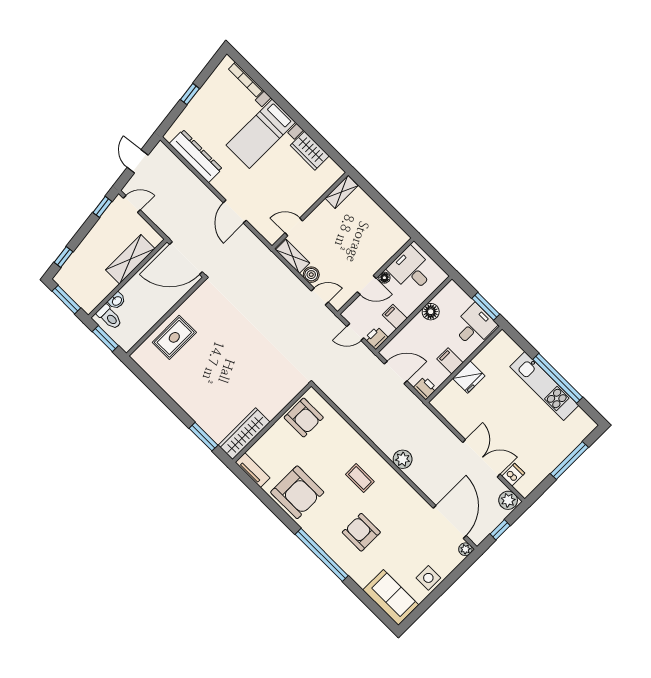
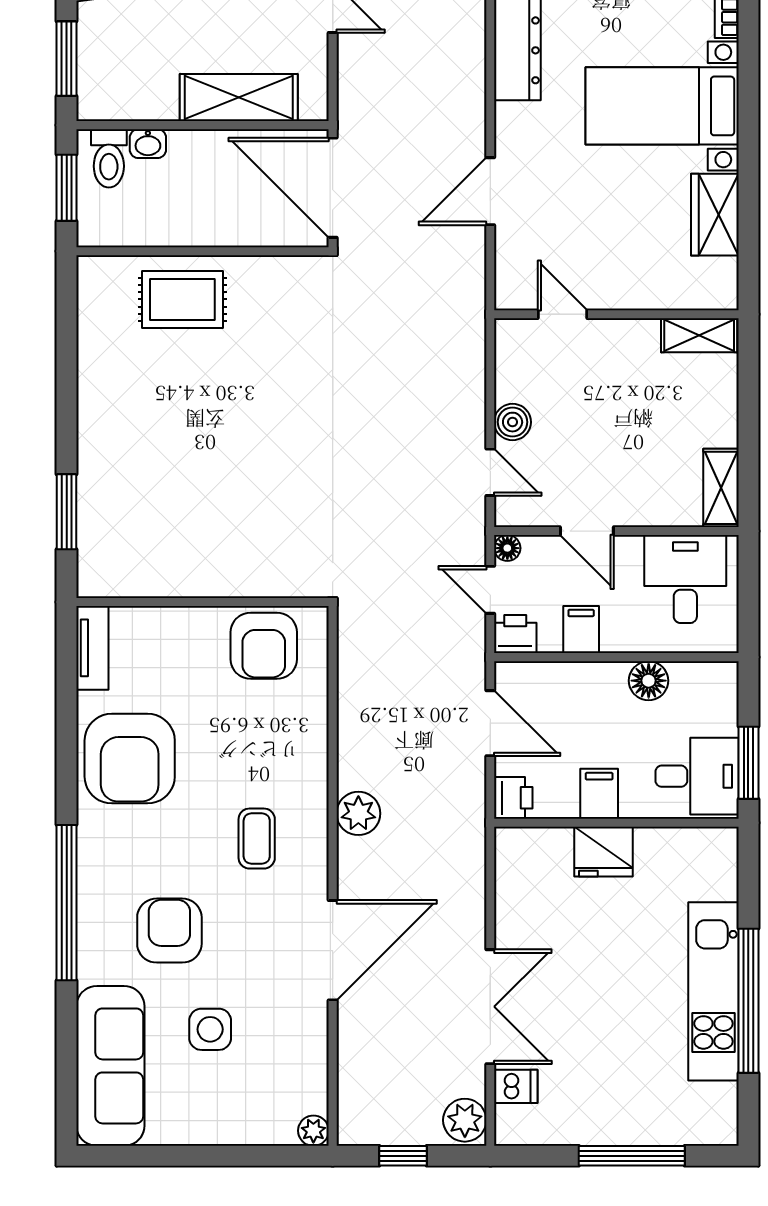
shelving: (293, 256) -> (721, 488), moved
floor lamp: (384, 278) -> (507, 548), moved
wardrobe: (244, 434) -> (139, 574), removed
plant: (403, 459) -> (358, 813), moved
door: (450, 522) -> (333, 950), moved
side table: (428, 578) -> (210, 1029), moved
sofa: (391, 597) -> (110, 1066), width x1.36

